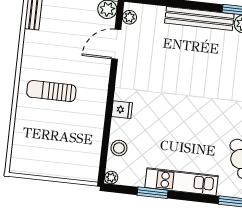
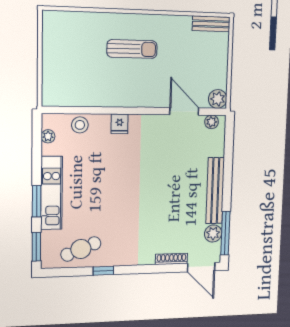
sun lounger: (51, 91) -> (132, 49), turned 90
plant: (111, 178) -> (48, 136), moved
window: (153, 193) -> (37, 201), moved

